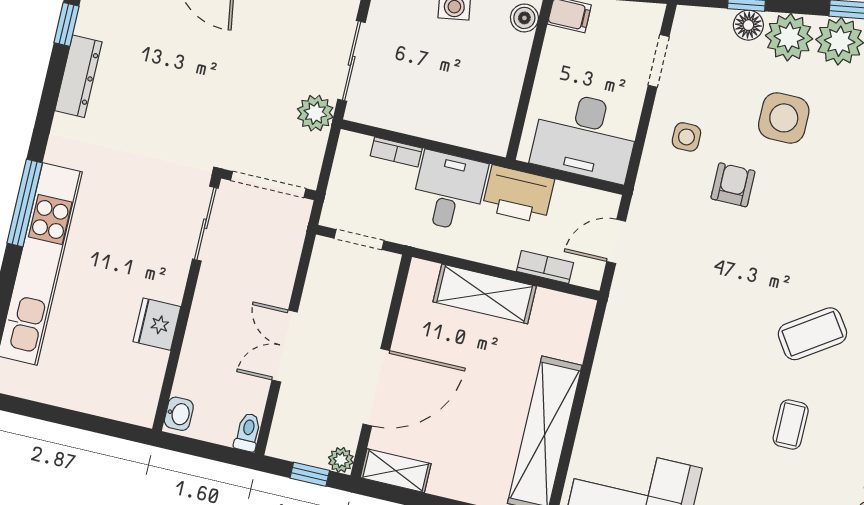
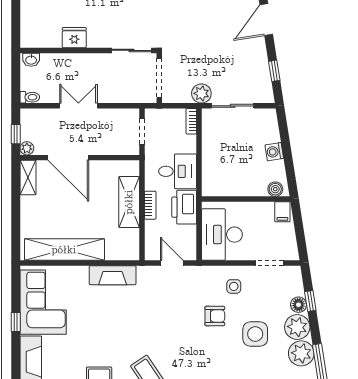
bookcase: (396, 152) -> (191, 121), moved
bookcase: (545, 267) -> (150, 205), moved
fireplace: (613, 356) -> (113, 275), added

